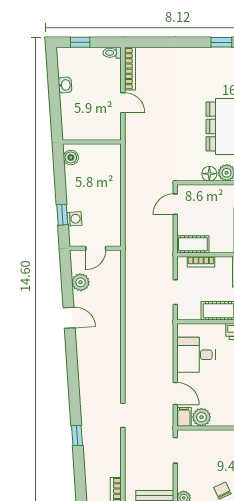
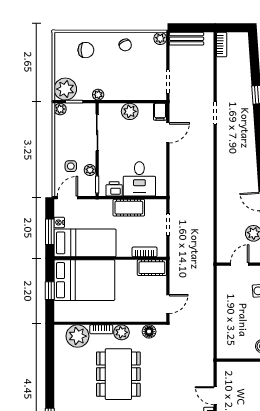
floor lamp: (209, 174) -> (149, 331), moved
desk: (196, 355) -> (139, 179), moved, turned 90
door: (175, 394) -> (168, 133), swing flipped
plant: (201, 417) -> (130, 111), moved

